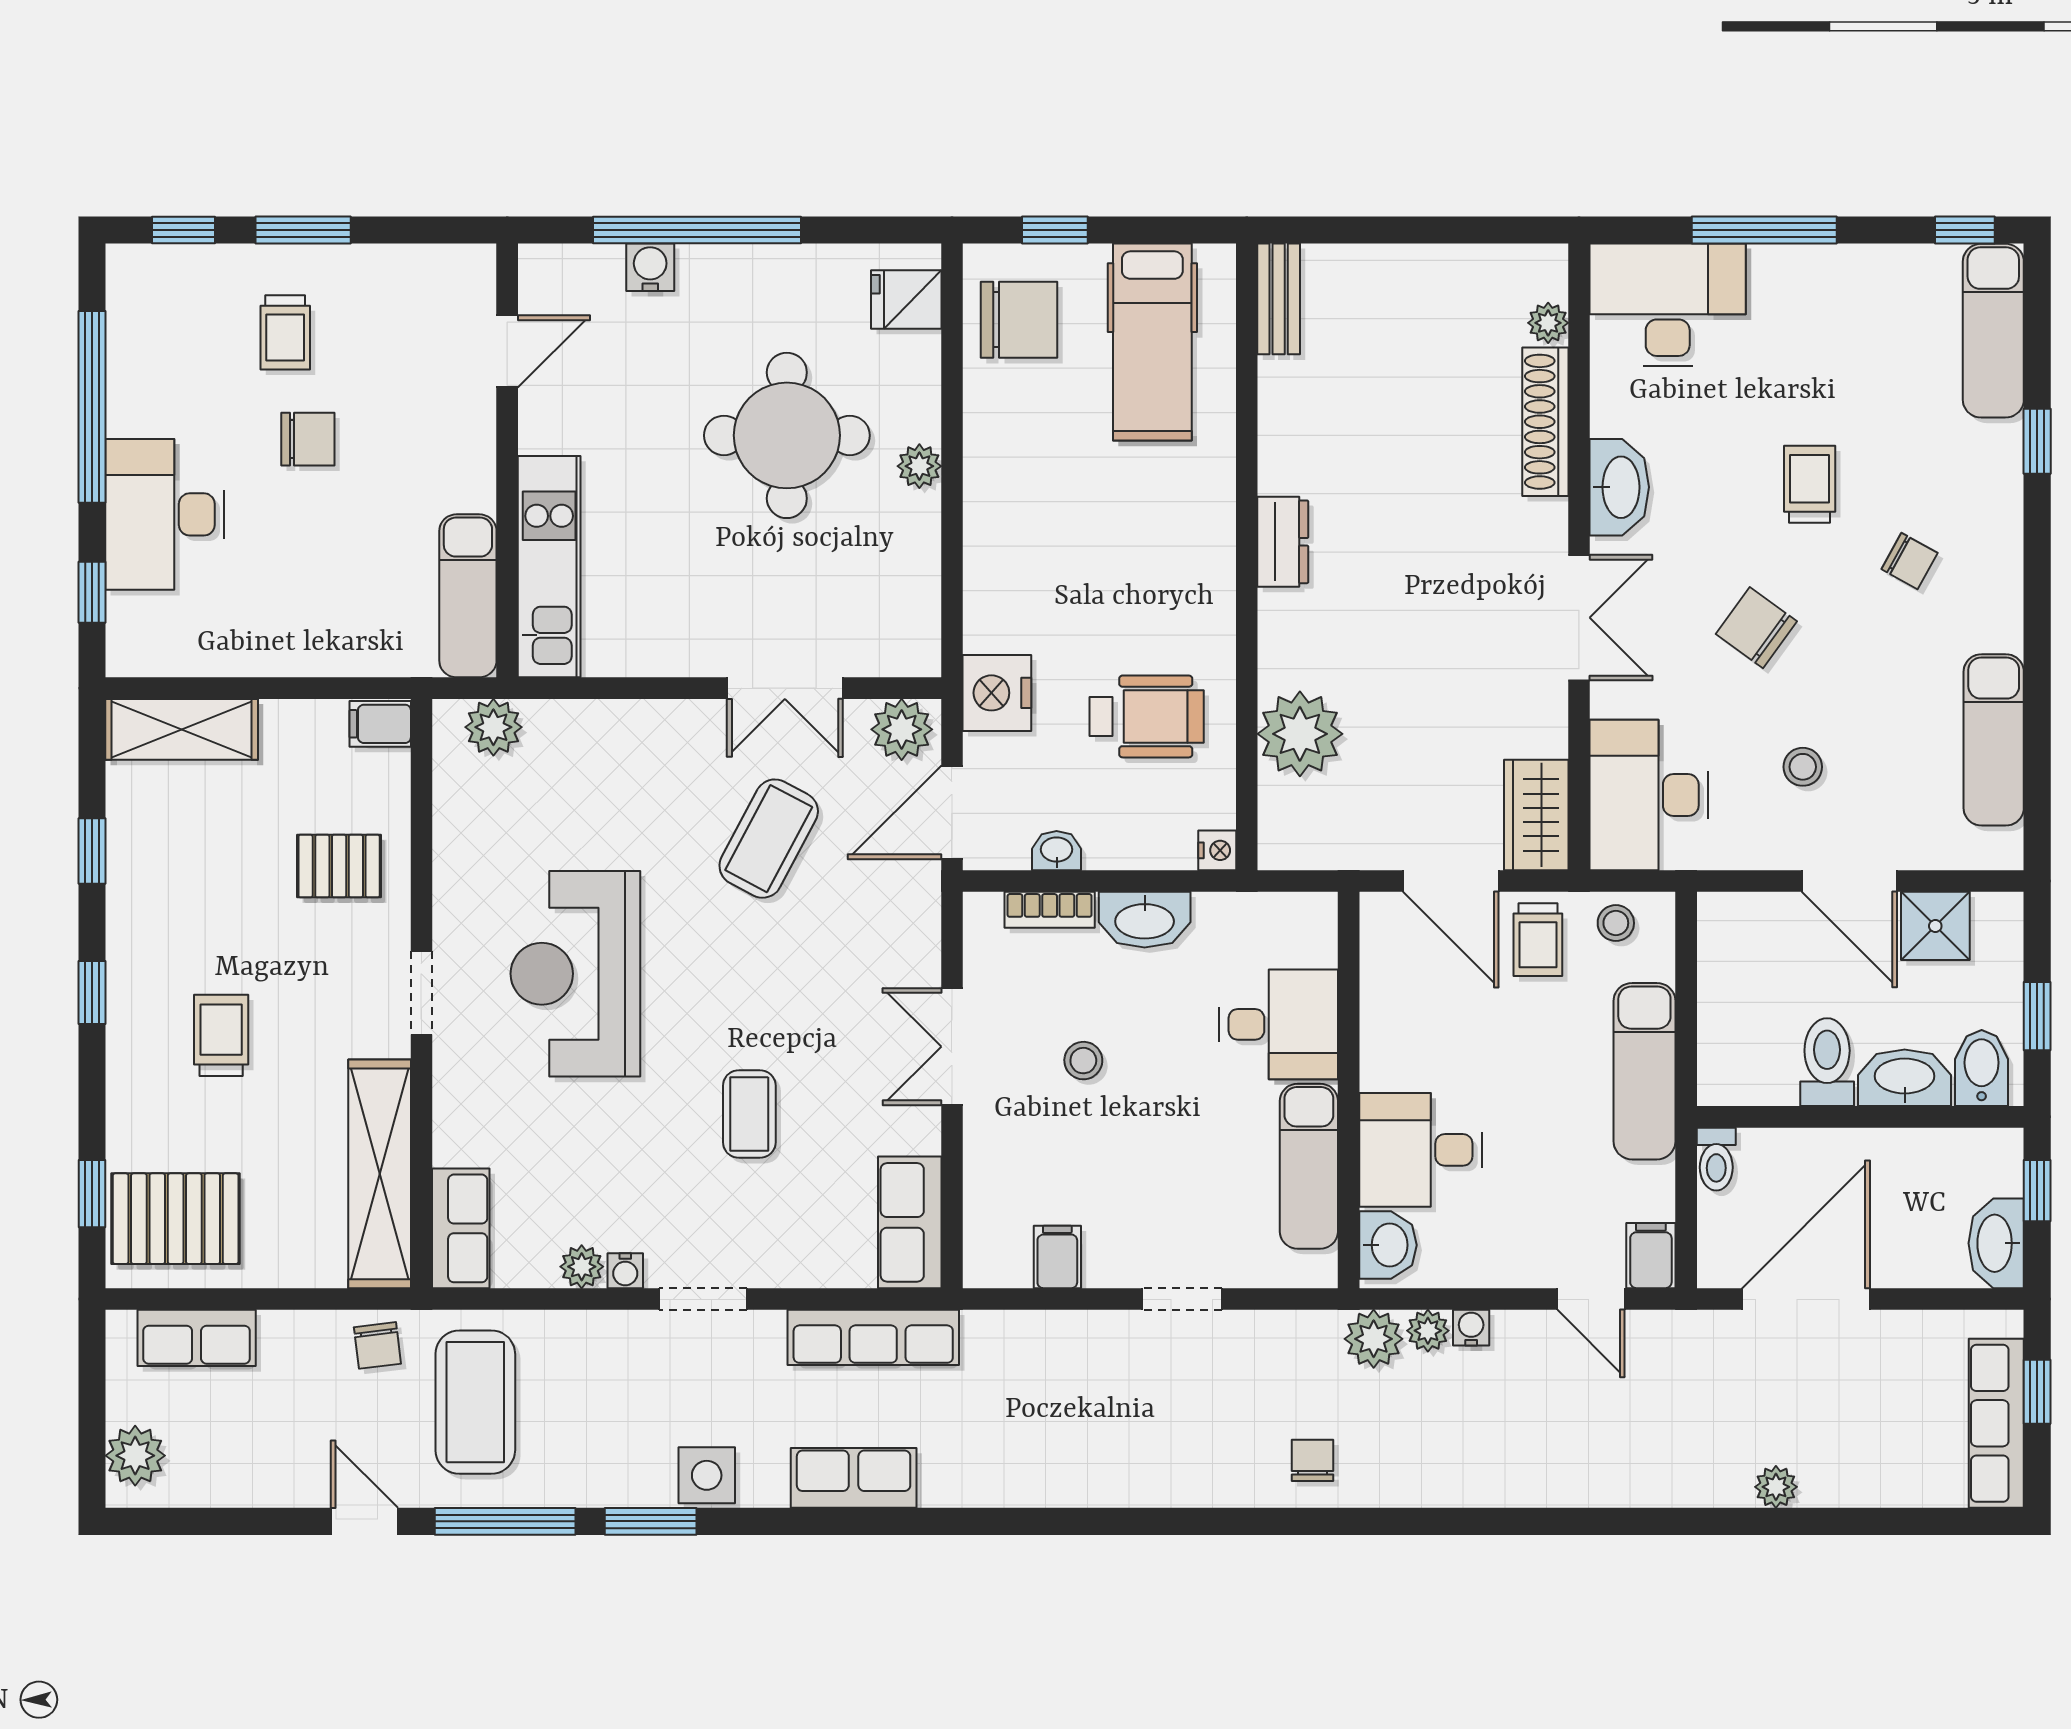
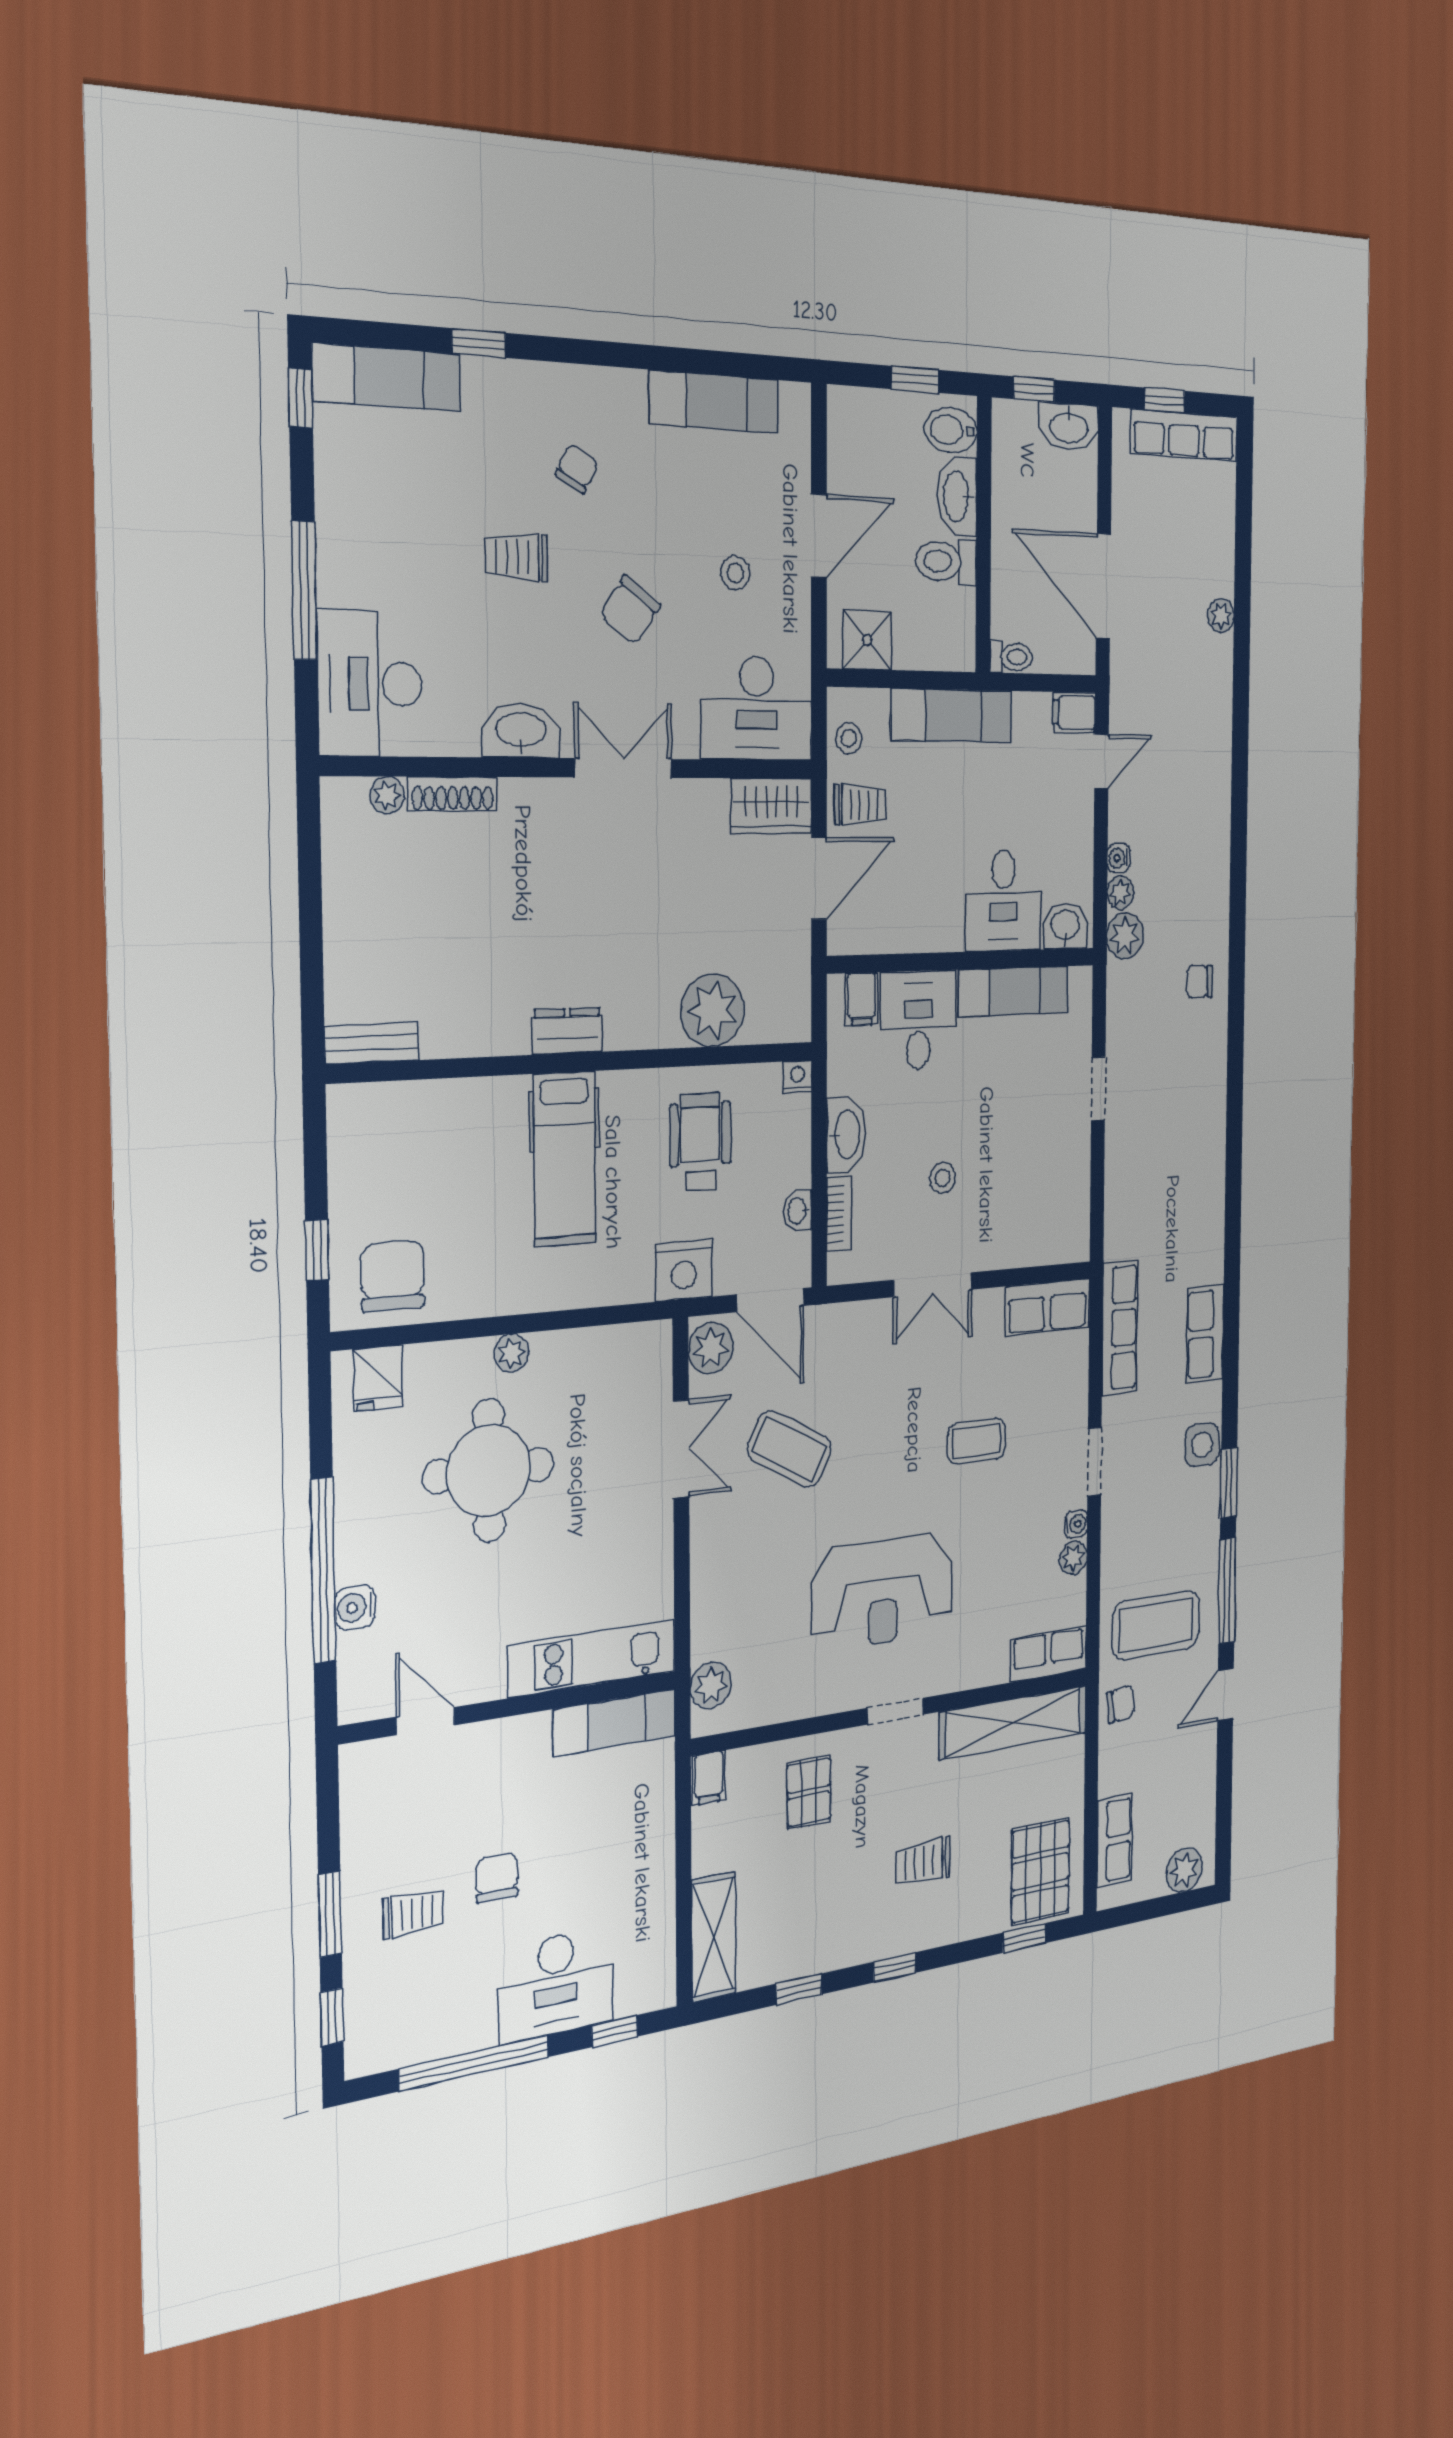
hospital bed: (1152, 342) -> (565, 1159), moved, turned 90
shoe rack: (1545, 422) -> (453, 794), width x0.74, depth x0.81
shower: (1935, 926) -> (867, 640), moved
filing cabinet: (1057, 1257) -> (862, 999), moved, turned -90

